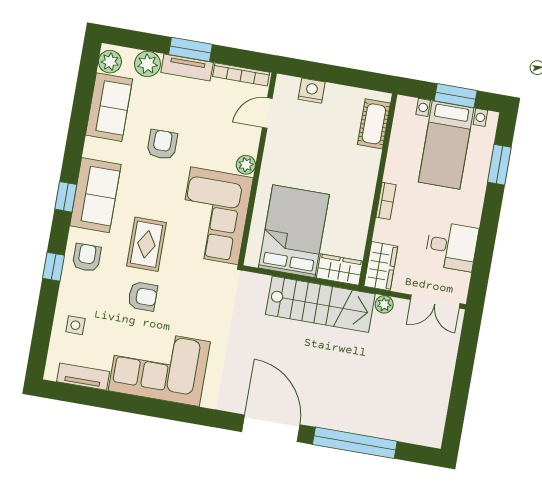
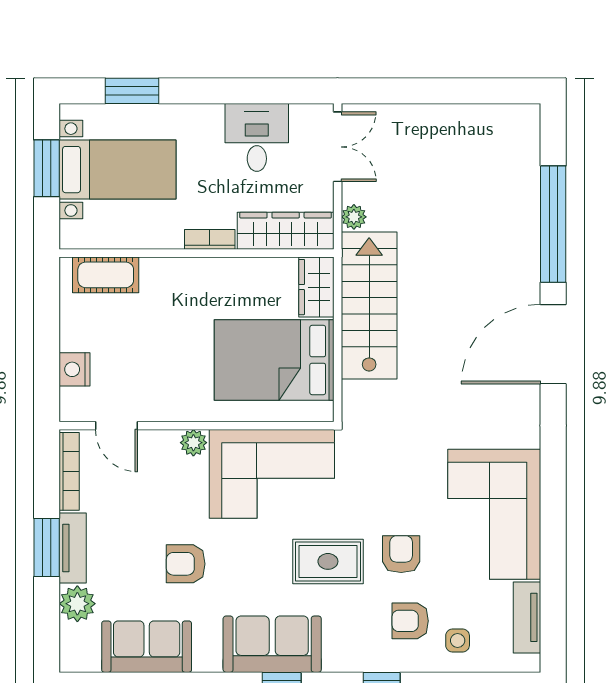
plant: (110, 62) -> (83, 656), removed
armchair: (87, 258) -> (410, 621), moved
wardrobe: (381, 266) -> (286, 231), width x1.50

